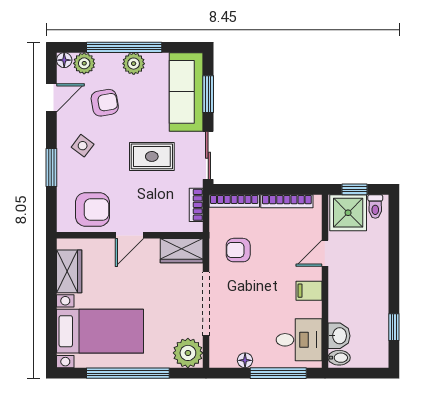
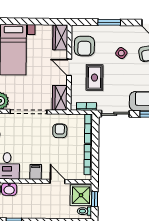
side table: (83, 146) -> (121, 53), moved
rug: (152, 156) -> (94, 78), moved
wardrobe: (69, 271) -> (60, 37), moved, turned 90

